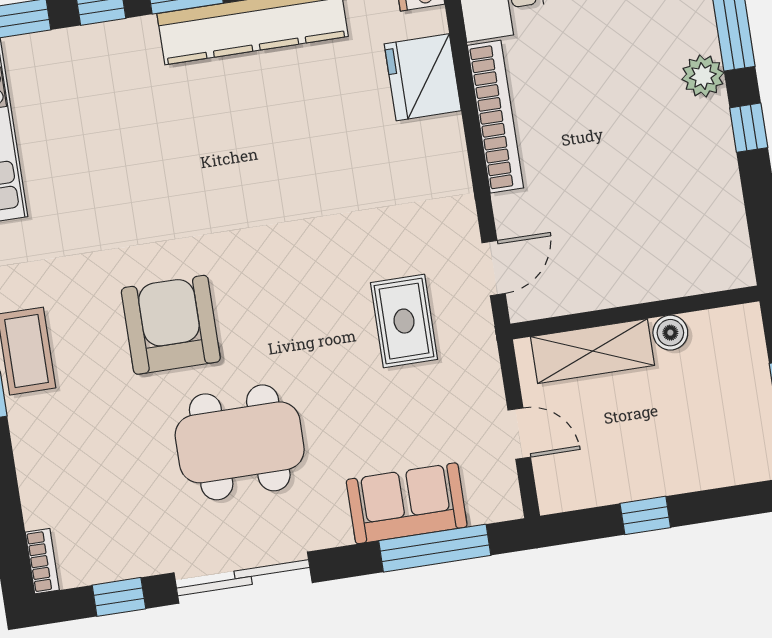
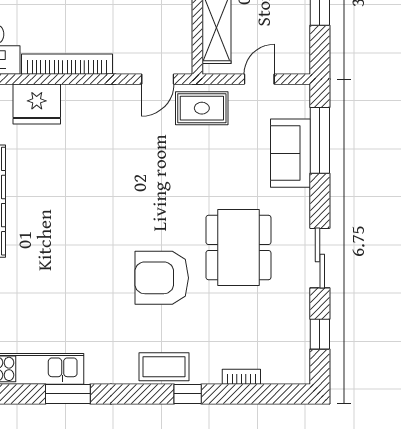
door: (494, 268) -> (158, 79), swing flipped
rug: (404, 321) -> (202, 108), moved
bookcase: (42, 561) -> (241, 377), moved
sliding door: (243, 578) -> (320, 258), width x0.73

